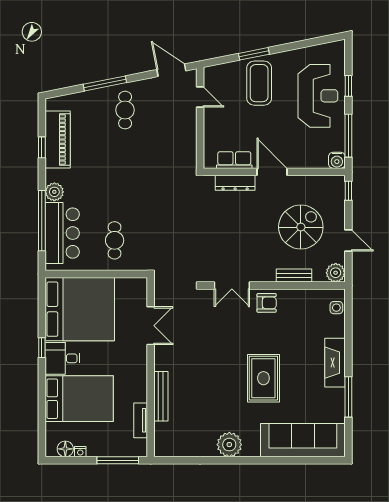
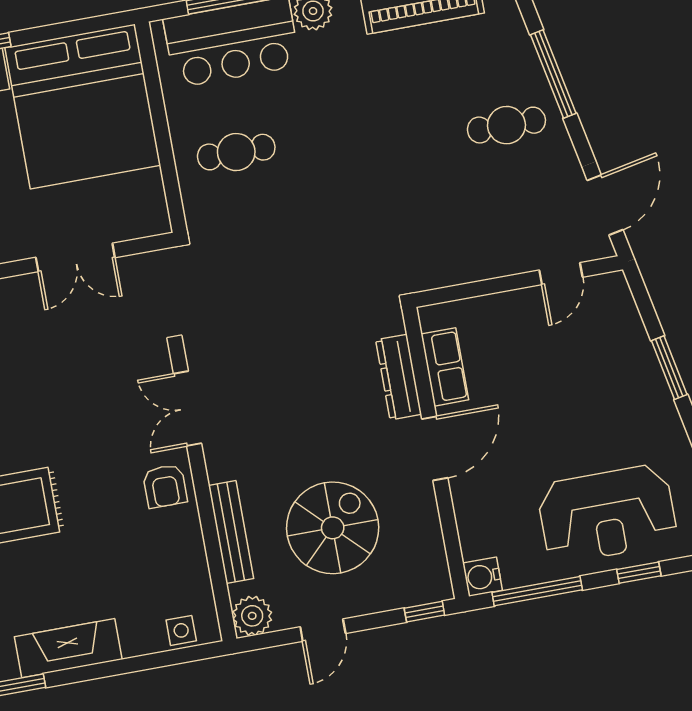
coffee table: (259, 83) -> (611, 389), removed
spiral stairs: (301, 227) -> (333, 528), turned -90
bench: (294, 276) -> (231, 532), width x1.36

